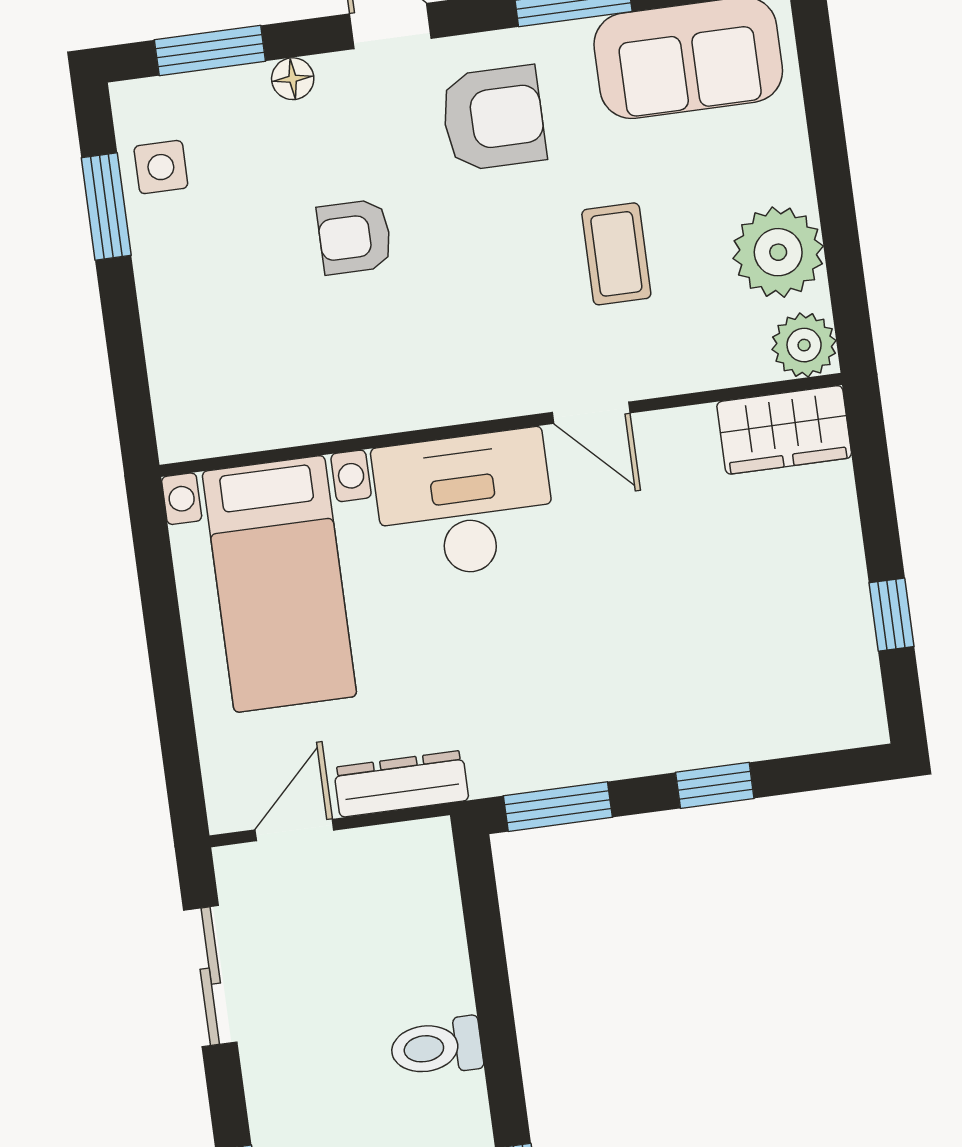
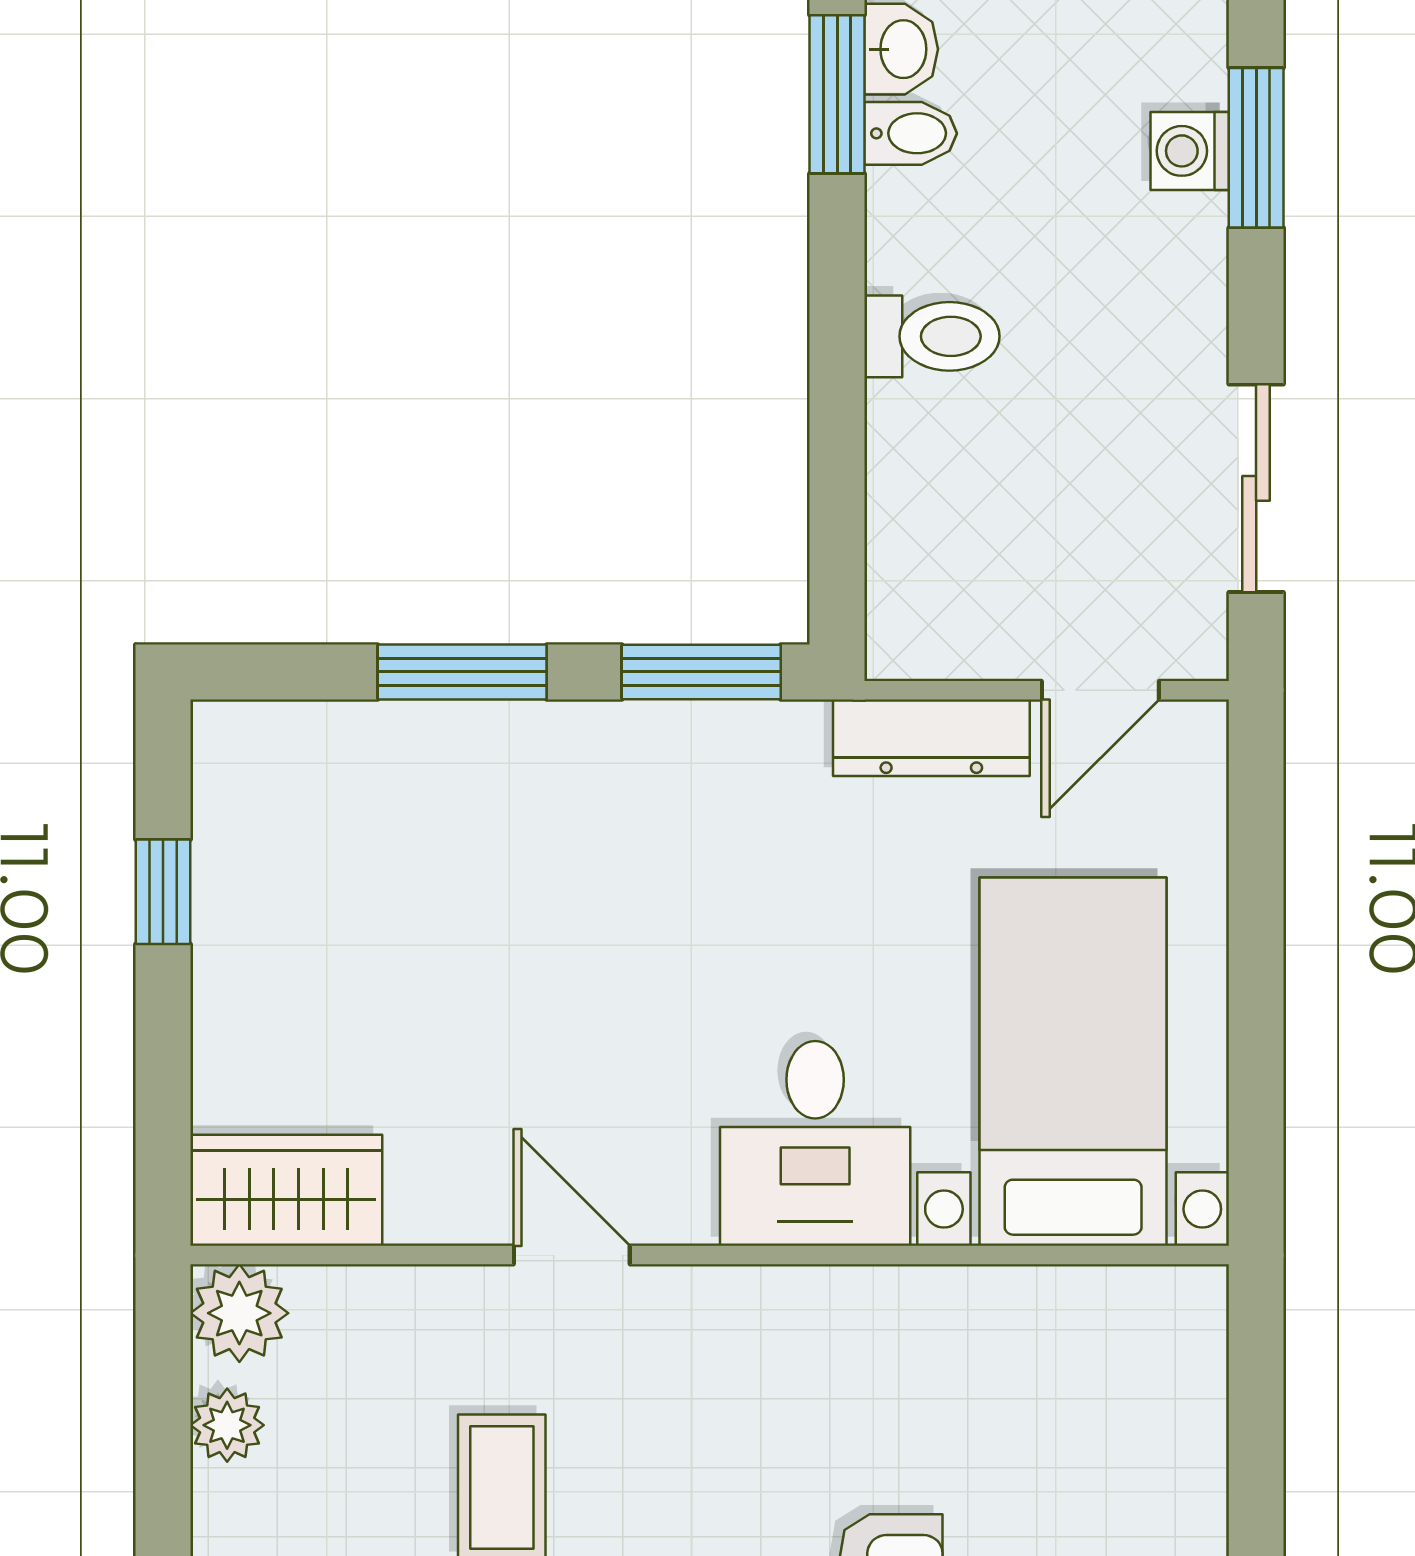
plant: (778, 252) -> (227, 1425), width x0.53, depth x0.53
desk: (465, 504) -> (815, 1143), width x0.73
window: (715, 785) -> (462, 672), width x1.50

